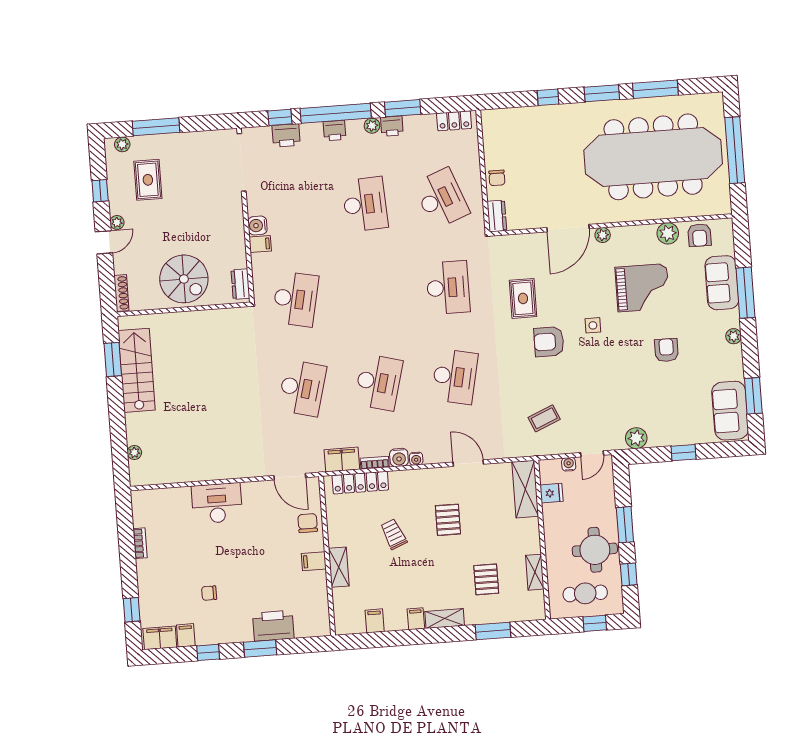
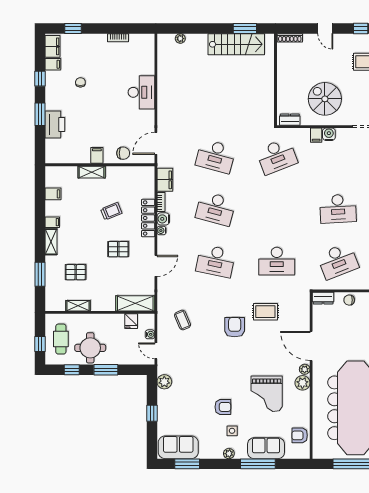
plant: (117, 222) -> (338, 38), removed
plant: (668, 233) -> (302, 383), moved
spiral stairs: (184, 279) -> (325, 99), moved, turned 90
desk: (295, 299) -> (277, 156), turned -33
side table: (593, 325) -> (232, 431), moved
locker: (360, 483) -> (148, 218), moved

